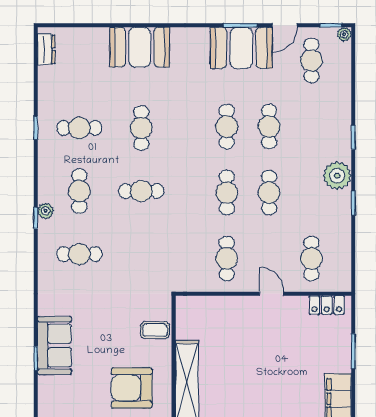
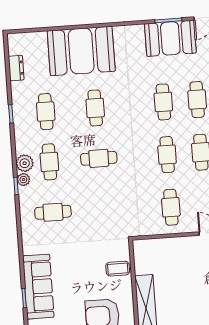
booth: (140, 47) -> (81, 51), width x1.36, depth x1.42
dresser: (46, 49) -> (16, 68), moved
cafe table: (79, 128) -> (46, 112), turned 90
plant: (48, 190) -> (25, 163), added
sofa: (54, 346) -> (38, 287), width x1.36

